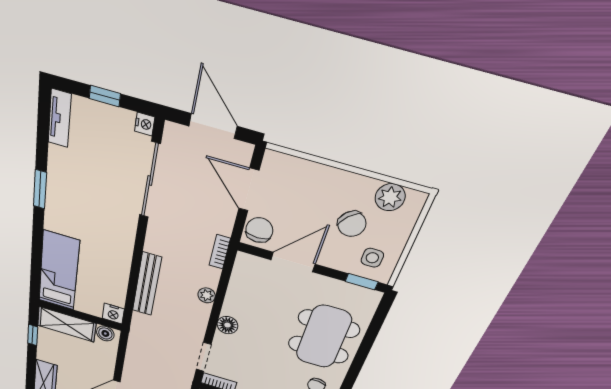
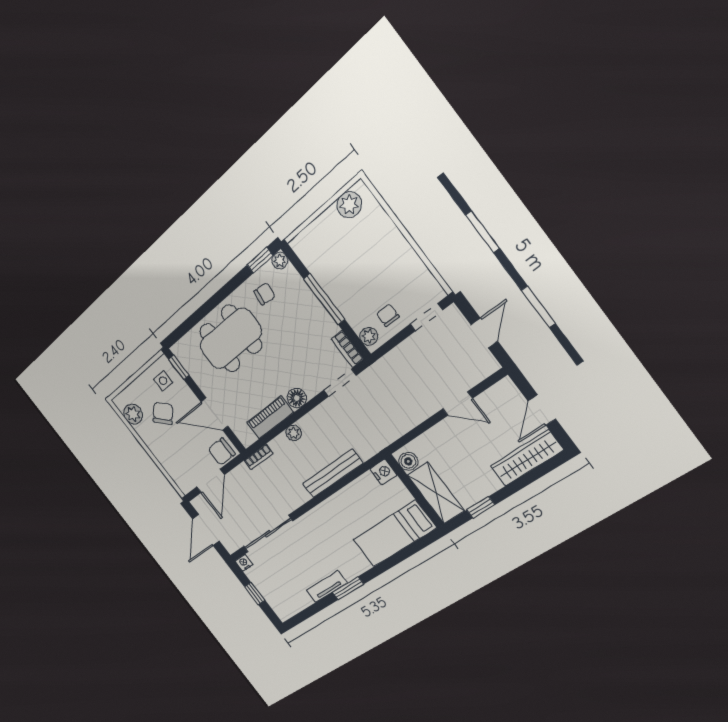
tv unit: (60, 118) -> (327, 586), moved
piano: (237, 295) -> (270, 417), added

